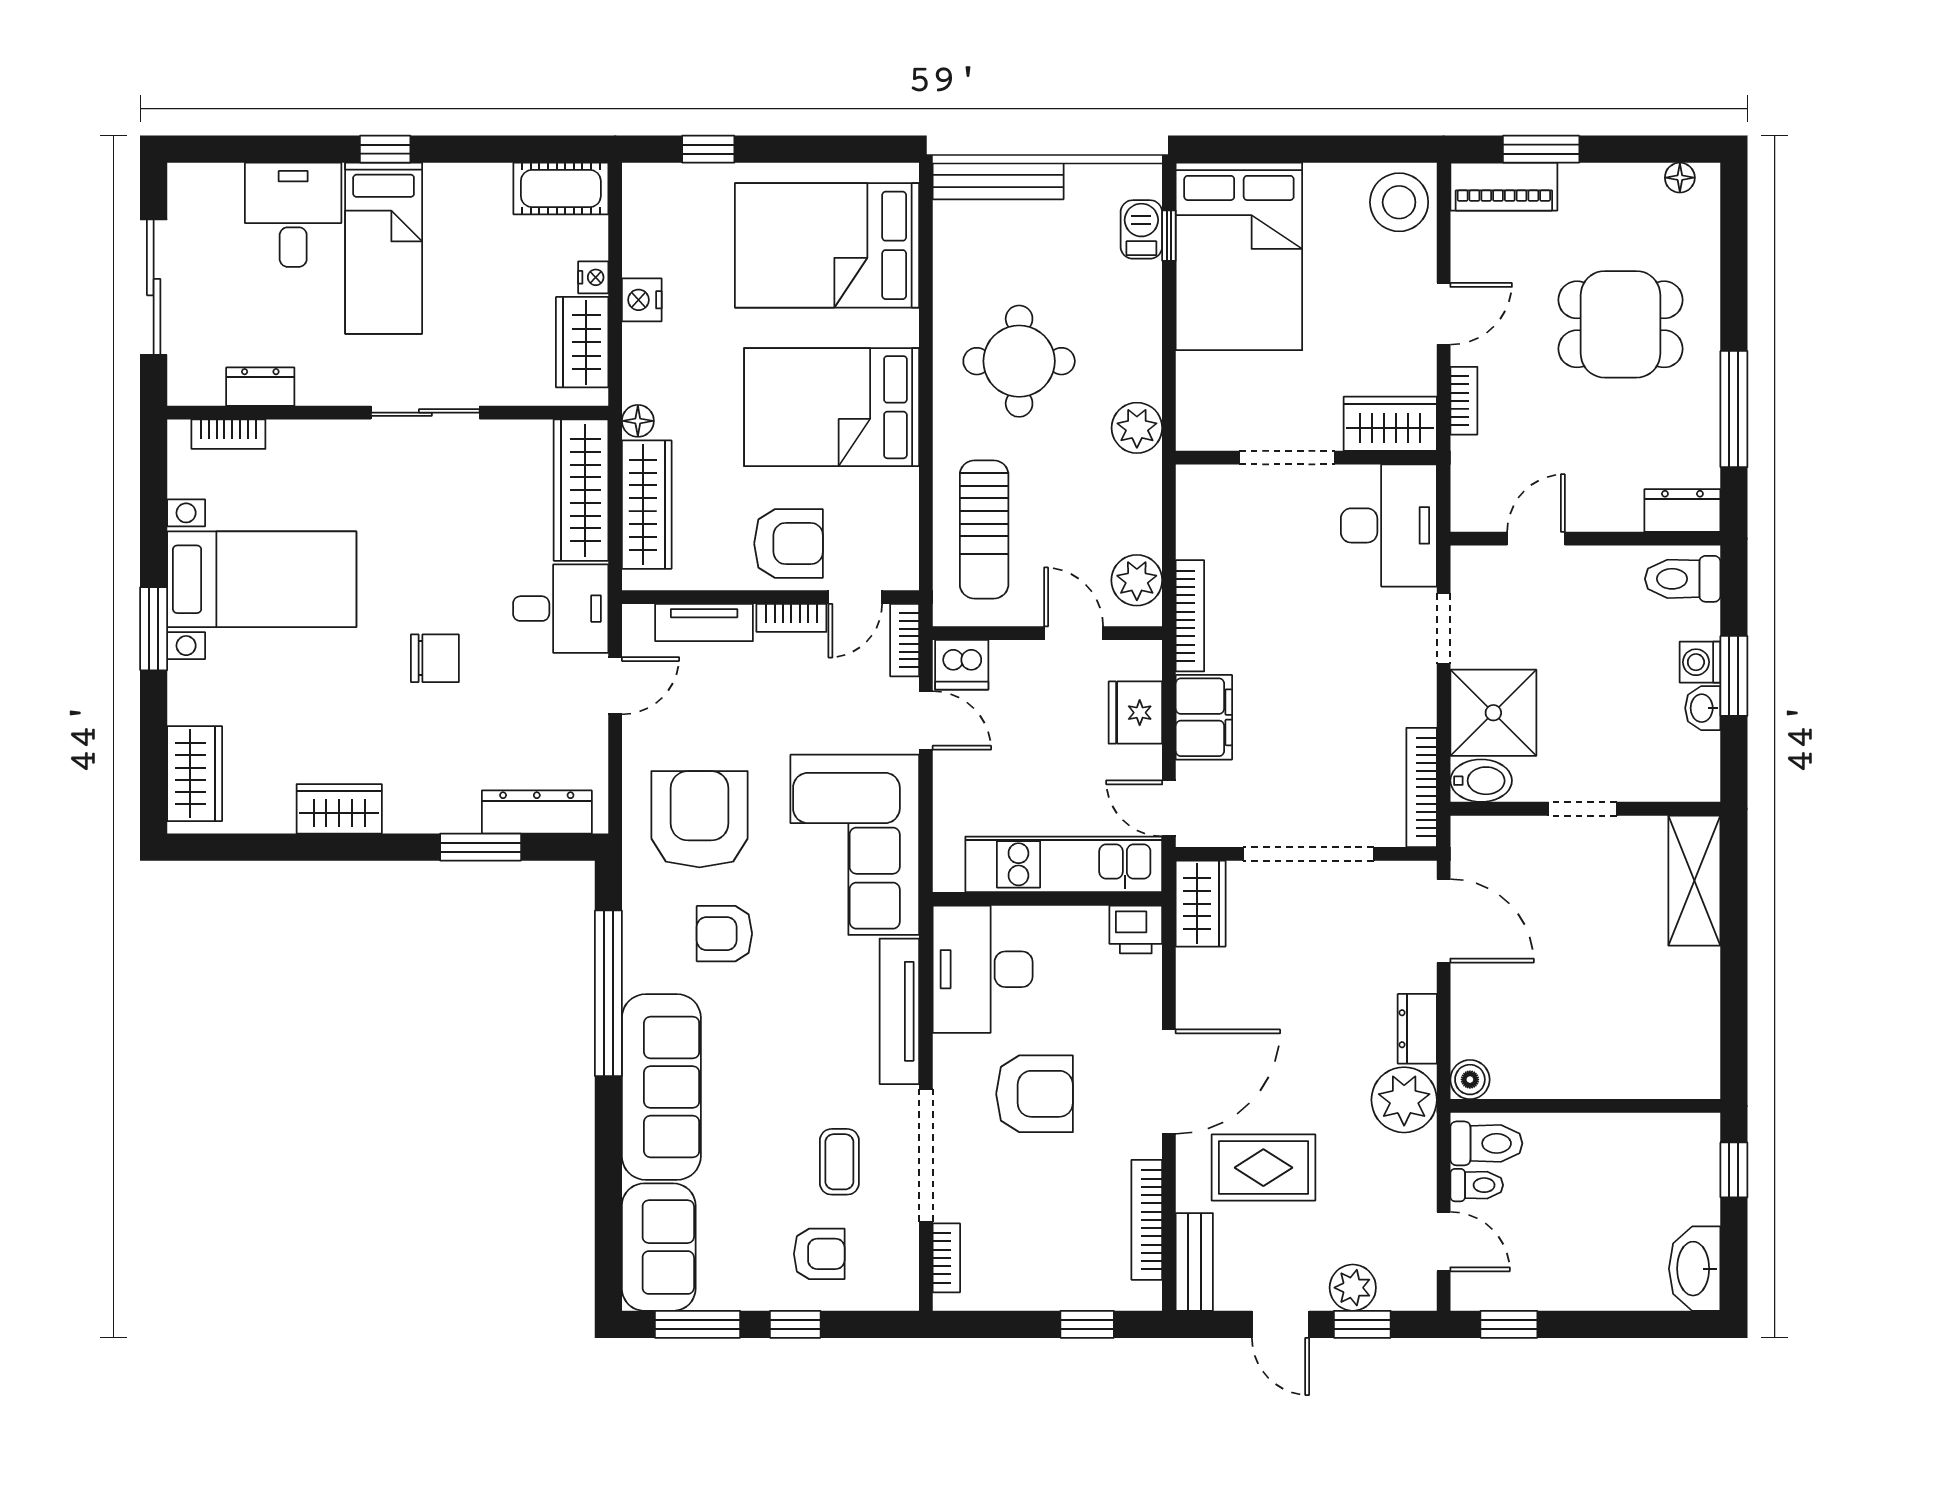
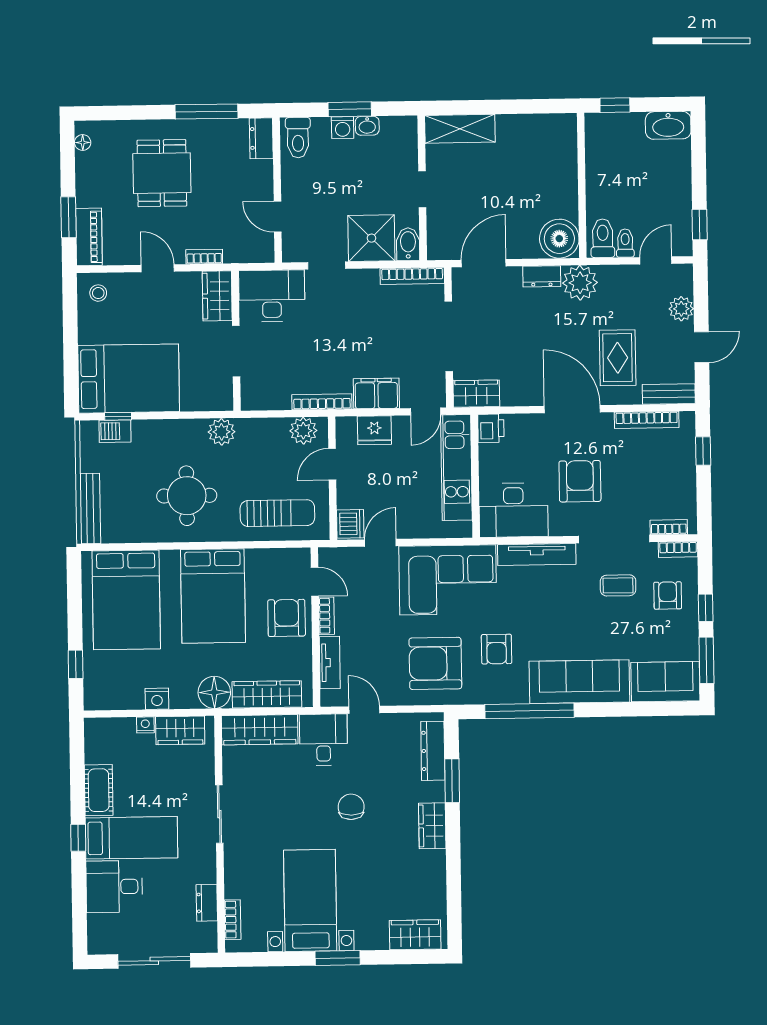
cot: (561, 189) -> (99, 790), moved
stool: (1399, 202) -> (98, 293), width x0.53, depth x0.53
floor lamp: (638, 421) -> (214, 692), width x1.89, depth x1.89
bookcase: (905, 640) -> (678, 549), moved
wardrobe: (339, 809) -> (432, 826), moved
boiler: (1470, 1080) -> (559, 239), width x1.86, depth x1.86
window: (1362, 1324) -> (701, 303), removed

